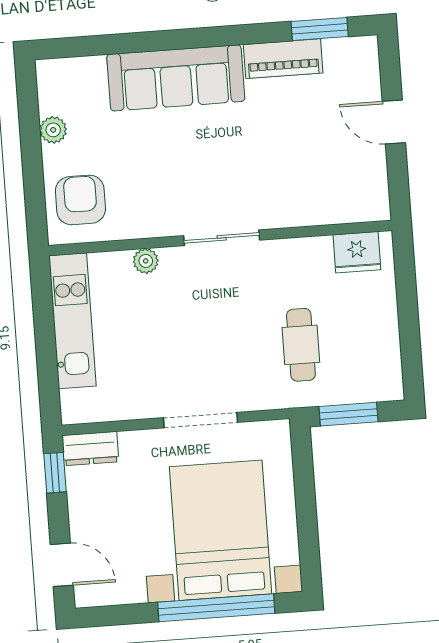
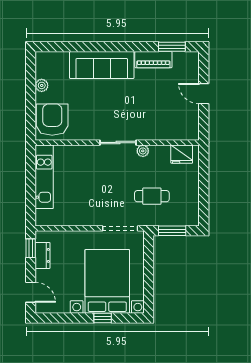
armchair: (80, 200) -> (52, 120), width x1.36, depth x1.36
plant: (146, 261) -> (143, 151), moved
cafe table: (301, 345) -> (152, 196), turned 90
doorway: (201, 420) -> (120, 228), moved
dresser: (90, 448) -> (43, 255), moved, turned -90
window: (216, 608) -> (103, 318), width x0.32

